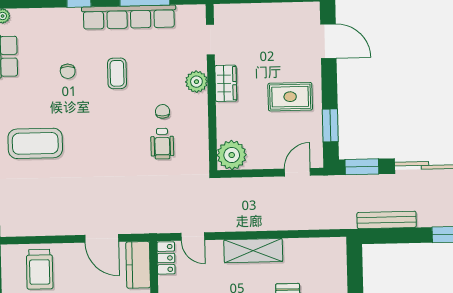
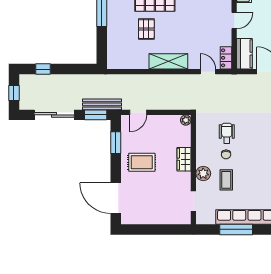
door: (328, 41) -> (116, 198), width x1.36
coffee table: (117, 73) -> (226, 180), moved
wardrobe: (226, 83) -> (184, 159), moved
plant: (232, 155) -> (186, 120), width x0.53, depth x0.53
bench: (387, 220) -> (102, 104), moved

